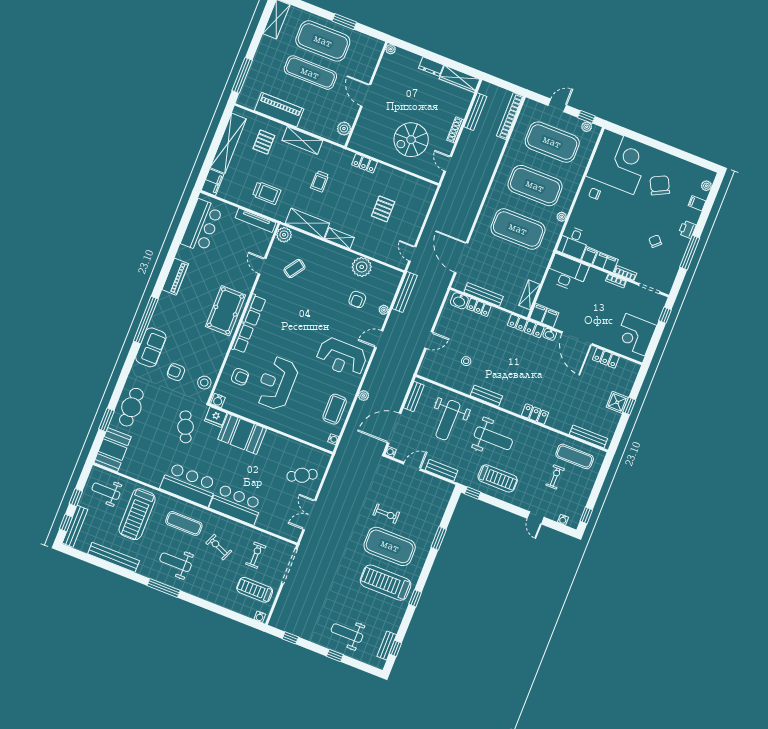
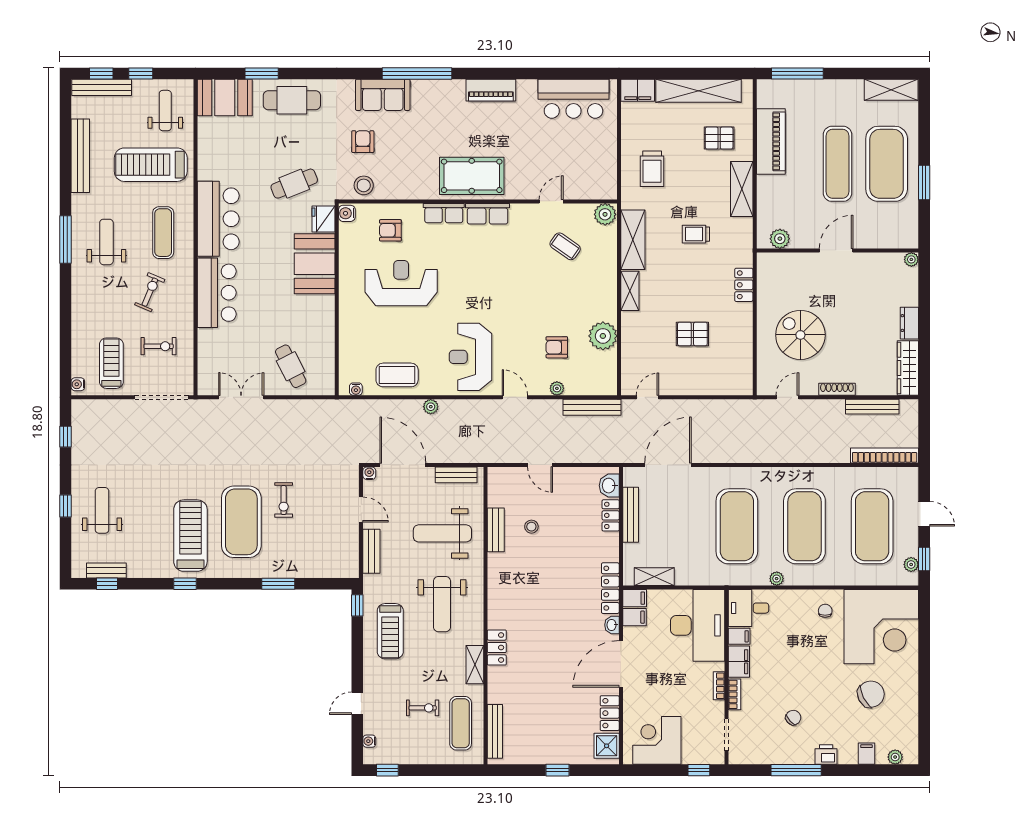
tv unit: (255, 220) -> (609, 168), removed
desk: (567, 273) -> (698, 625), width x1.36, depth x1.30
armchair: (240, 377) -> (390, 230), turned 90
bench: (486, 396) -> (496, 530), moved
shower: (617, 402) -> (607, 746), moved
shelving: (541, 432) -> (475, 665), added

